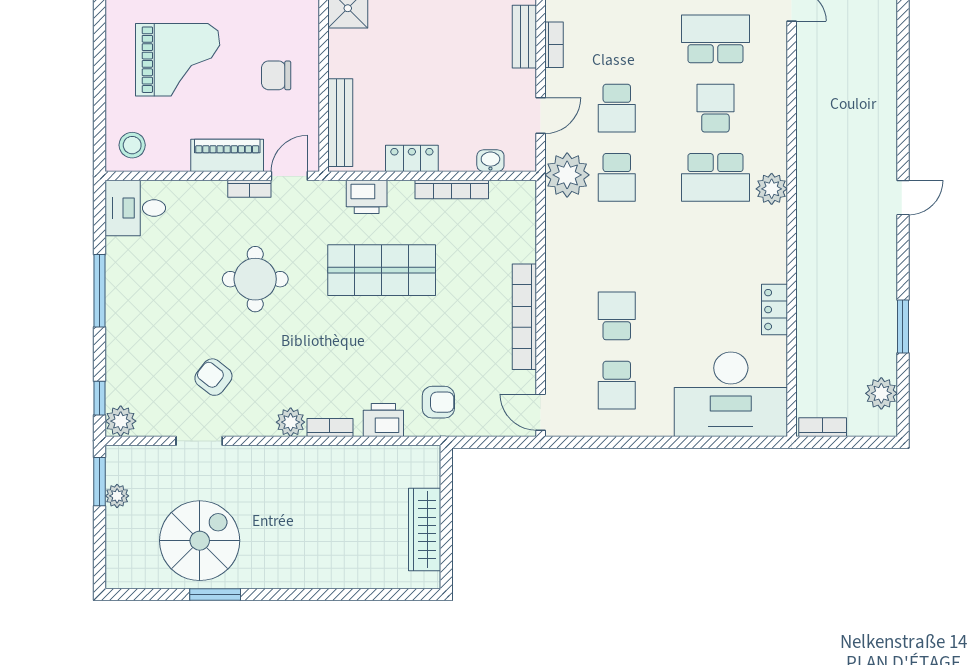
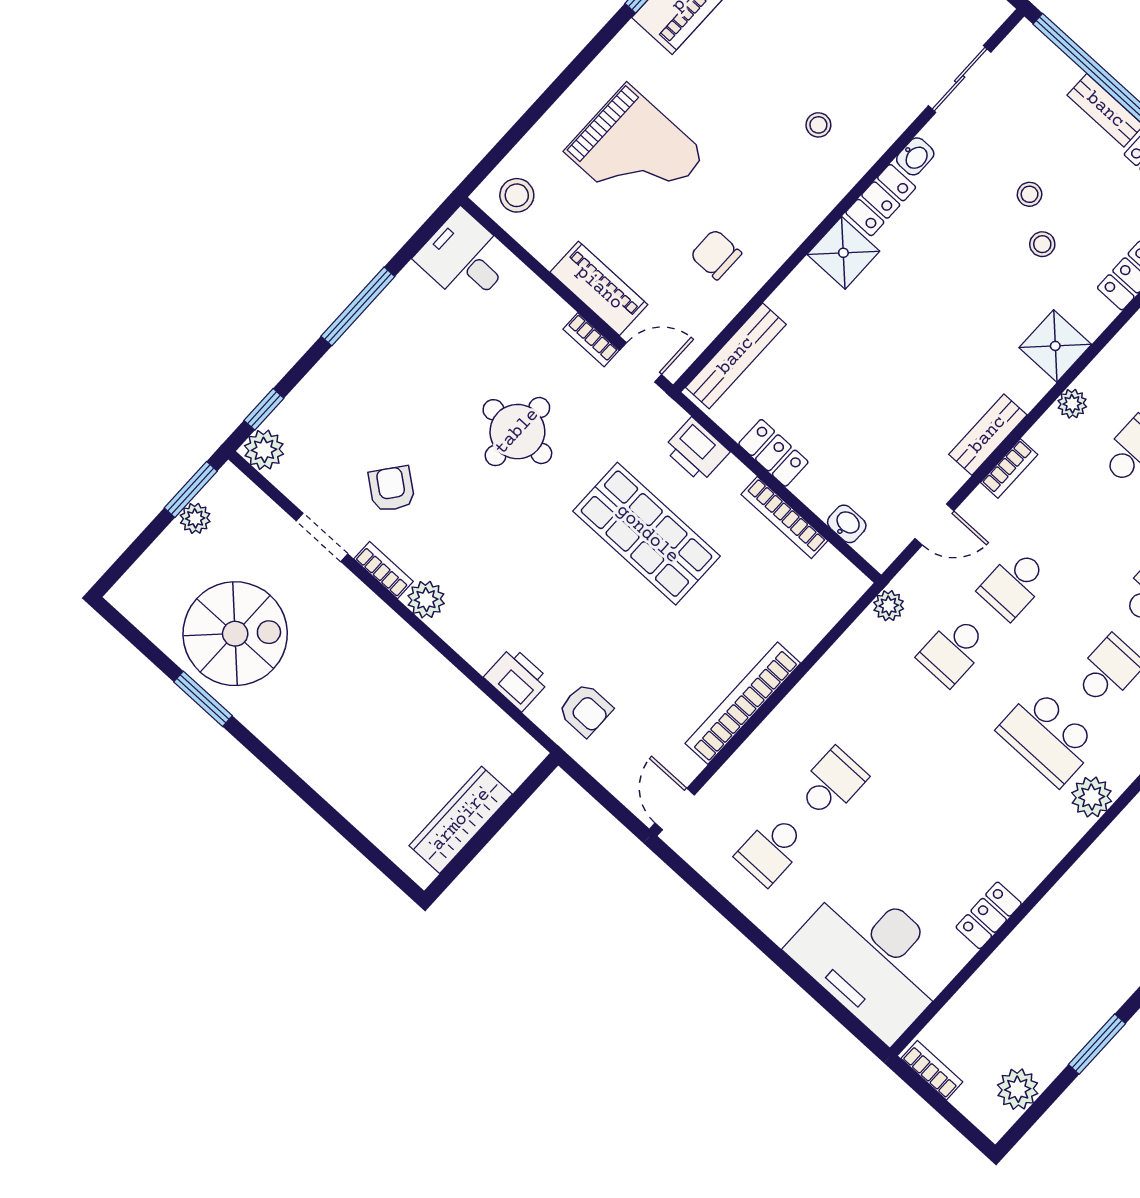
plant: (567, 175) -> (889, 606), width x0.53, depth x0.53
bookcase: (330, 427) -> (384, 570), moved

